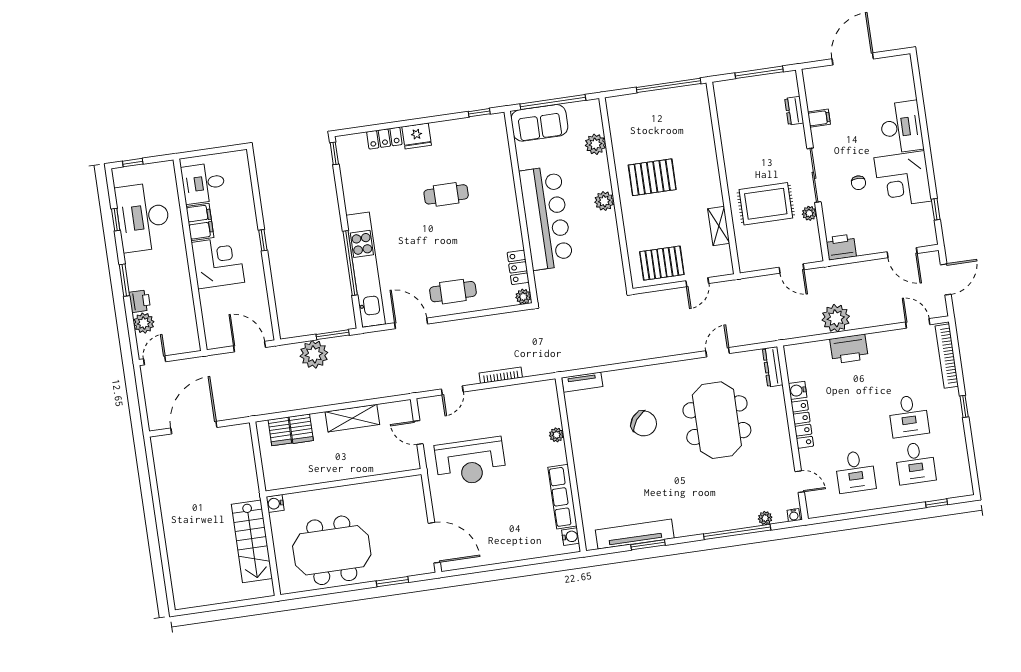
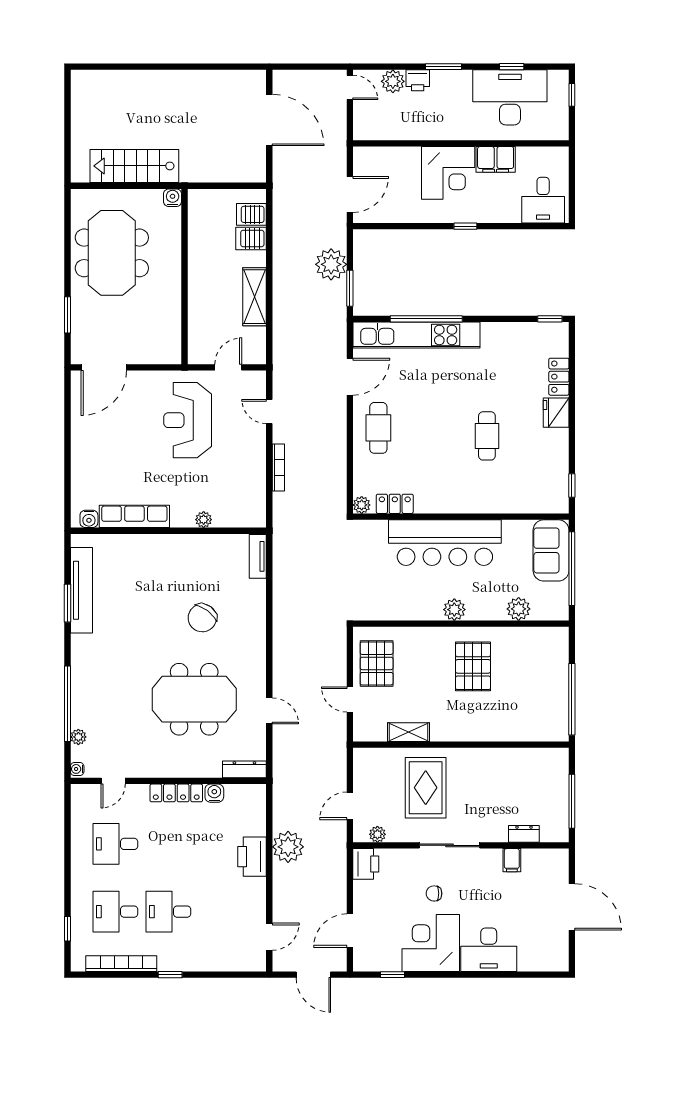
desk: (203, 183) -> (543, 200), moved, turned 180
plant: (809, 213) -> (377, 834), moved
bookcase: (947, 356) -> (121, 964), moved

